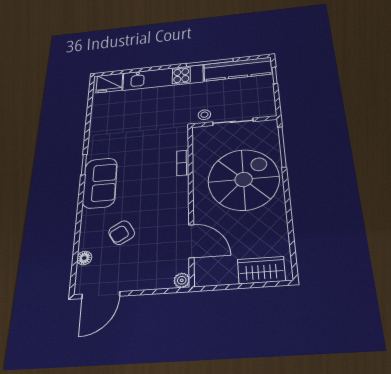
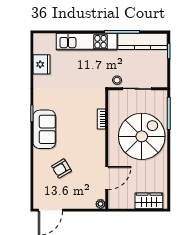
fridge: (109, 83) -> (42, 64), moved, turned -90
door: (191, 241) -> (107, 178), hinge flipped
floor lamp: (84, 258) -> (38, 184), removed

